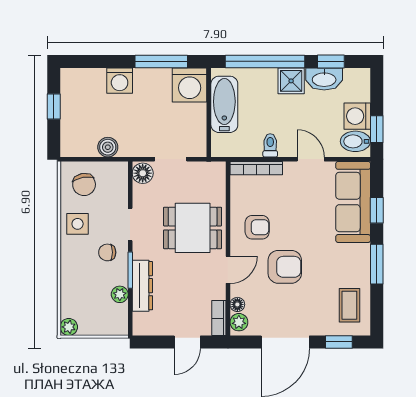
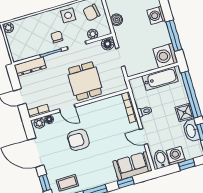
window: (377, 129) -> (187, 165), moved
door: (311, 159) -> (144, 137), swing flipped
sofa: (353, 202) -> (132, 166), width x0.73
armchair: (257, 227) -> (96, 118), removed
armchair: (285, 267) -> (78, 140), turned 90
dresser: (142, 286) -> (30, 66), moved
plant: (120, 294) -> (93, 34), moved

